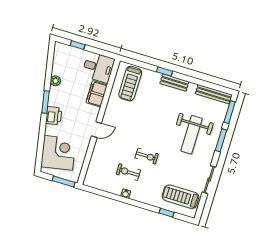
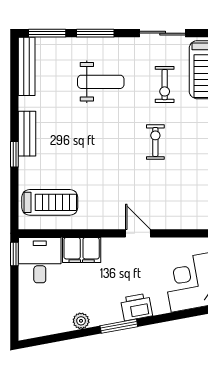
window: (78, 45) -> (14, 254), moved
weight bench: (192, 135) -> (101, 82), width x0.73, depth x0.75
exercise bike: (128, 172) -> (165, 85), moved

